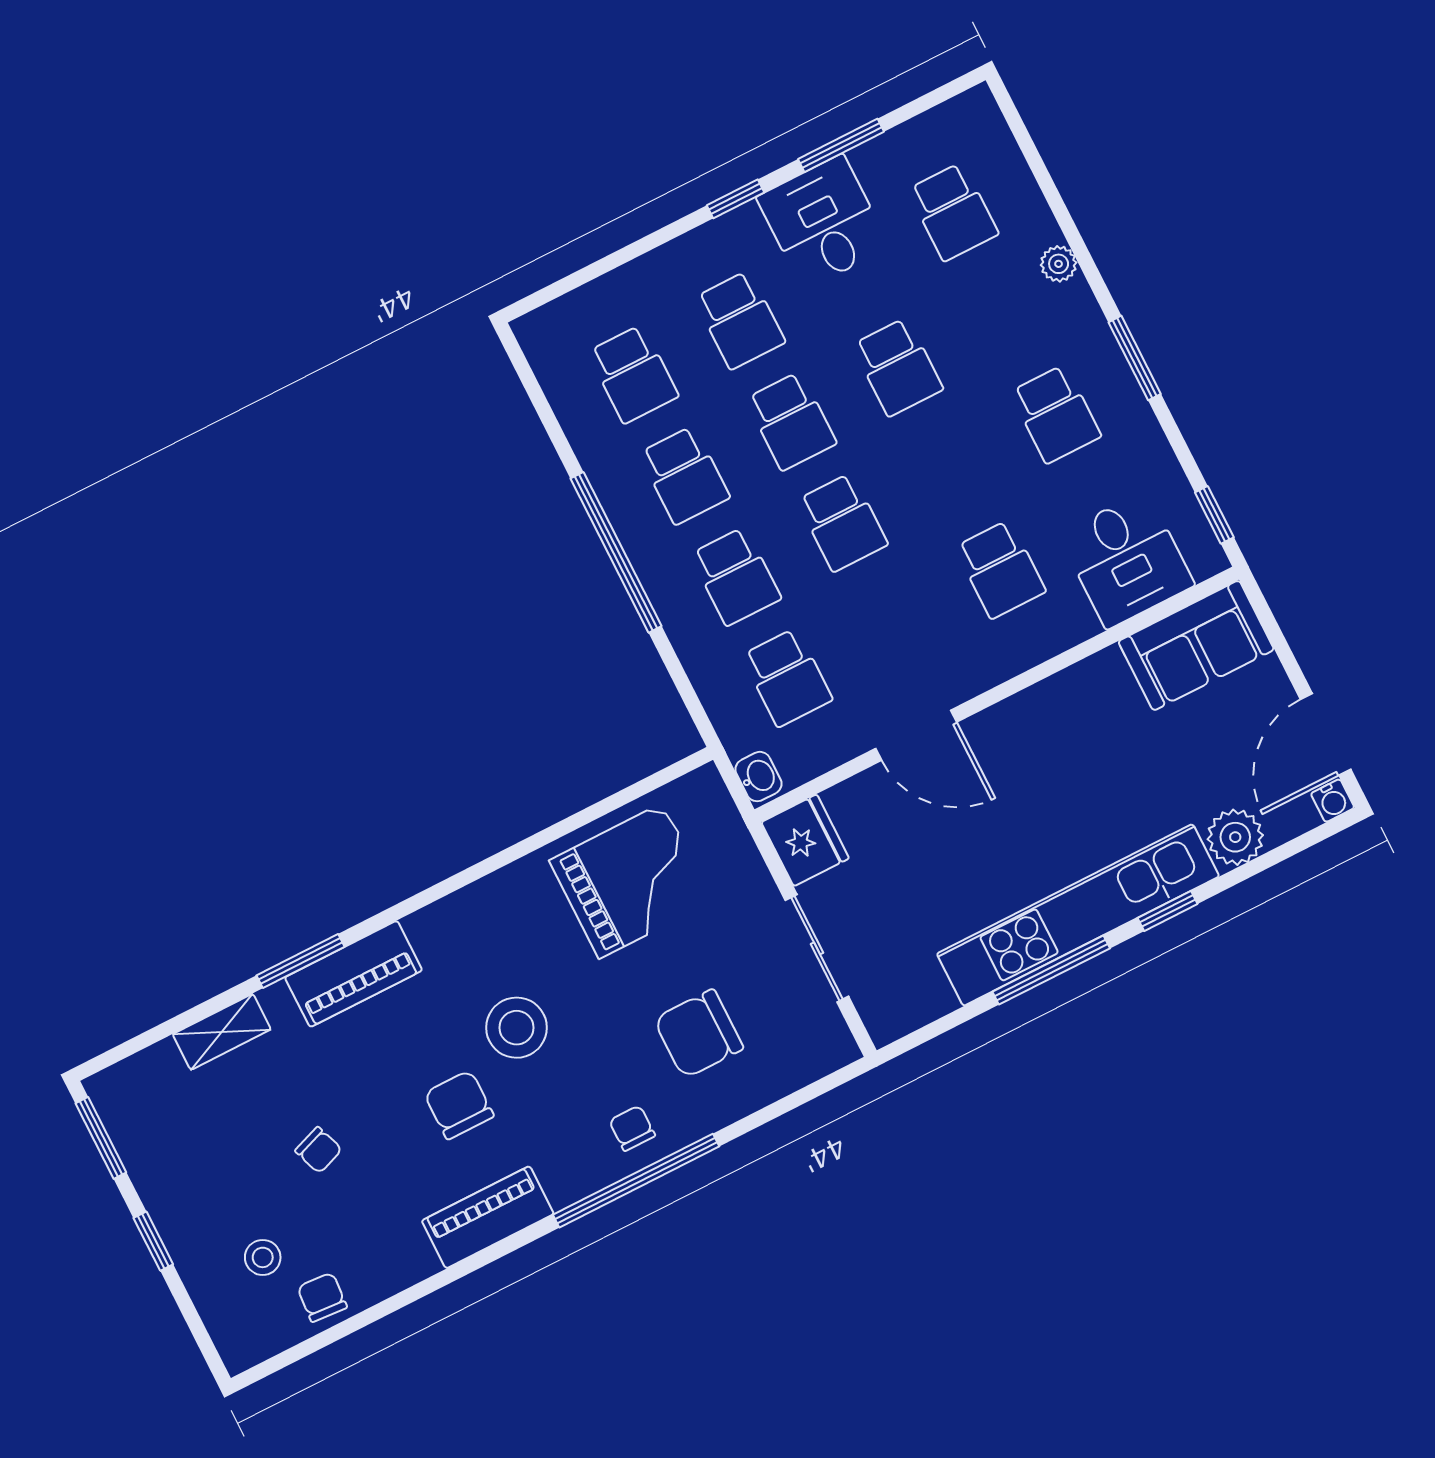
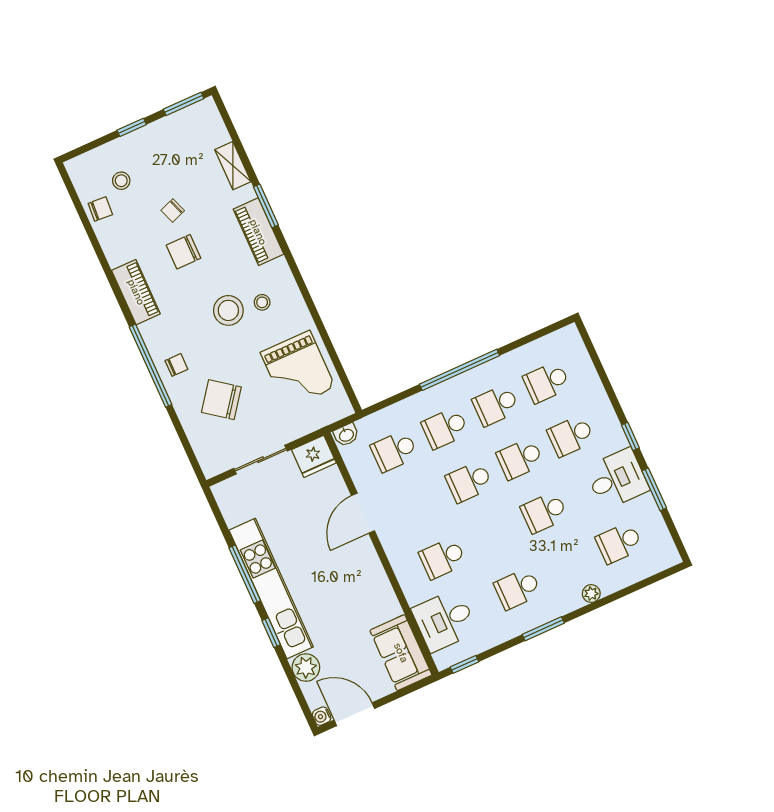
stool: (497, 960) -> (262, 302), added
chair: (699, 1034) -> (221, 400), turned -53
chair: (459, 1105) -> (184, 252), moved, turned 180

